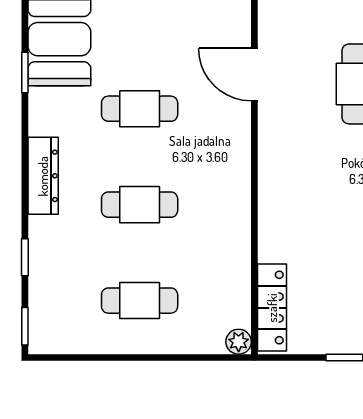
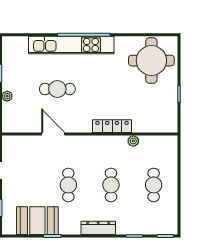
door: (254, 75) -> (53, 134), swing flipped
locker: (272, 308) -> (112, 126), moved
plant: (239, 342) -> (133, 141), moved

